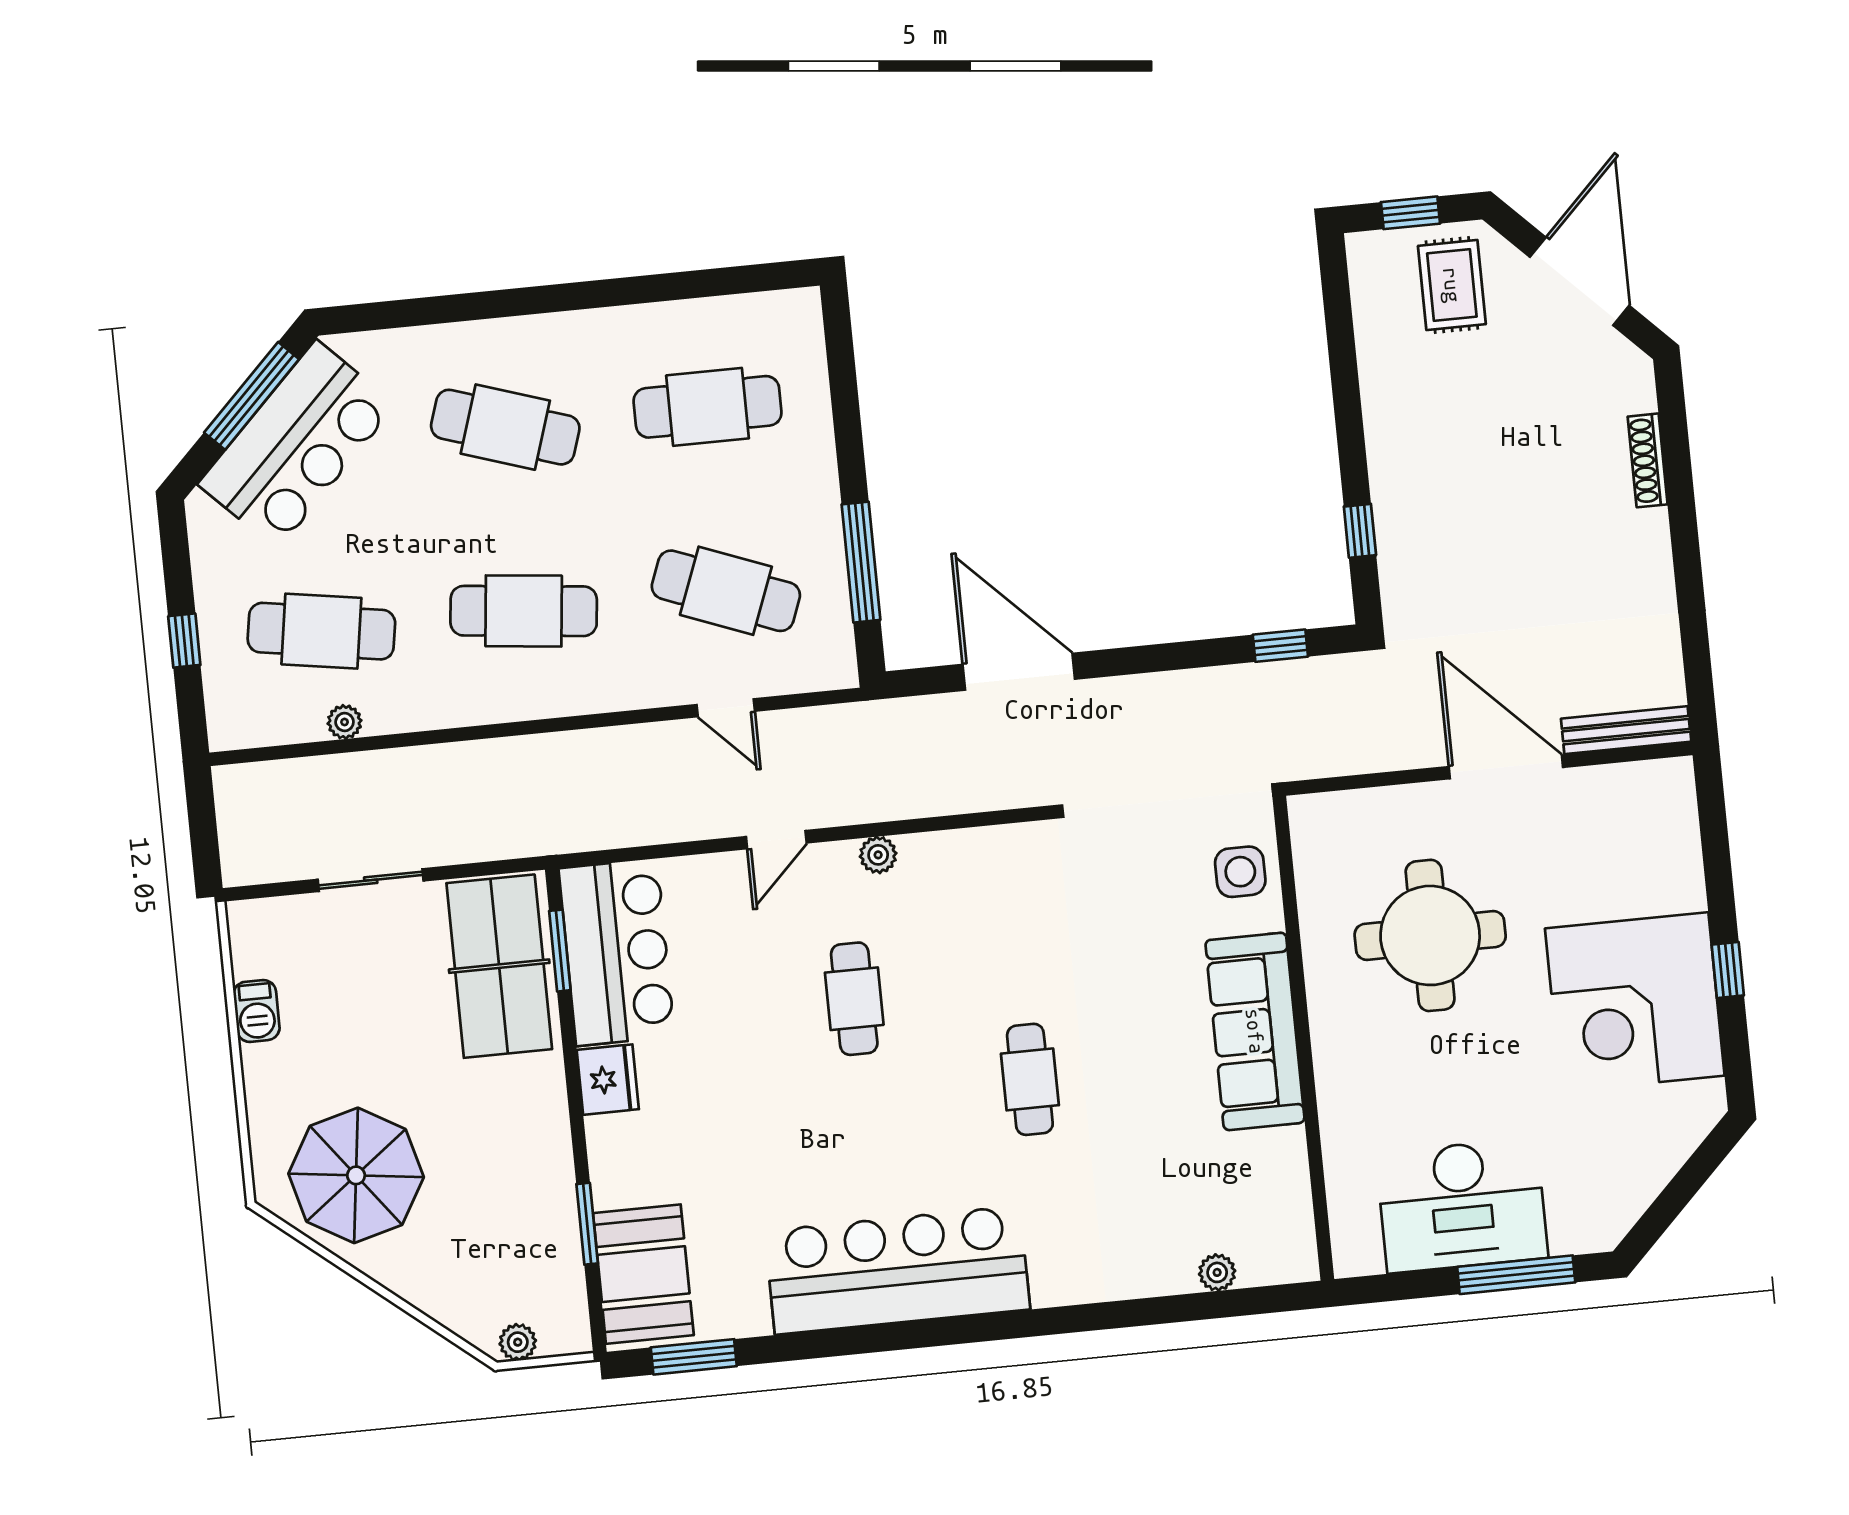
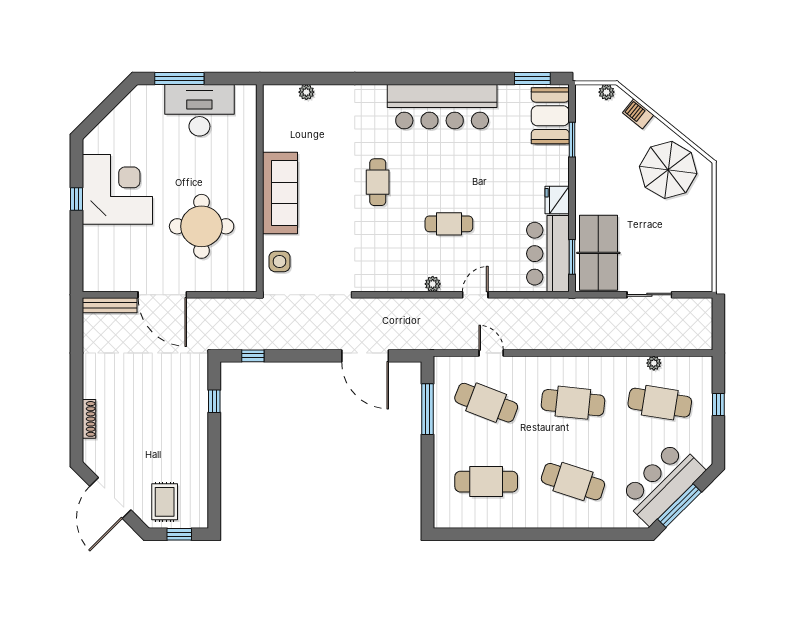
cafe table: (854, 999) -> (449, 224), turned 90
barbecue: (256, 1011) -> (638, 114), moved, turned -51

